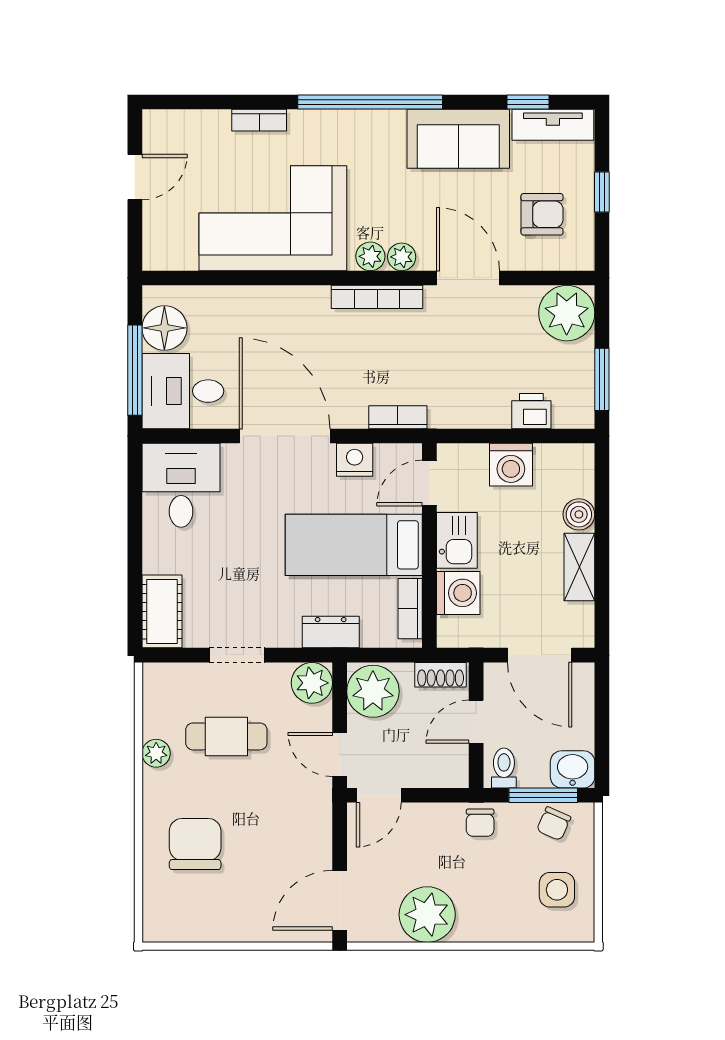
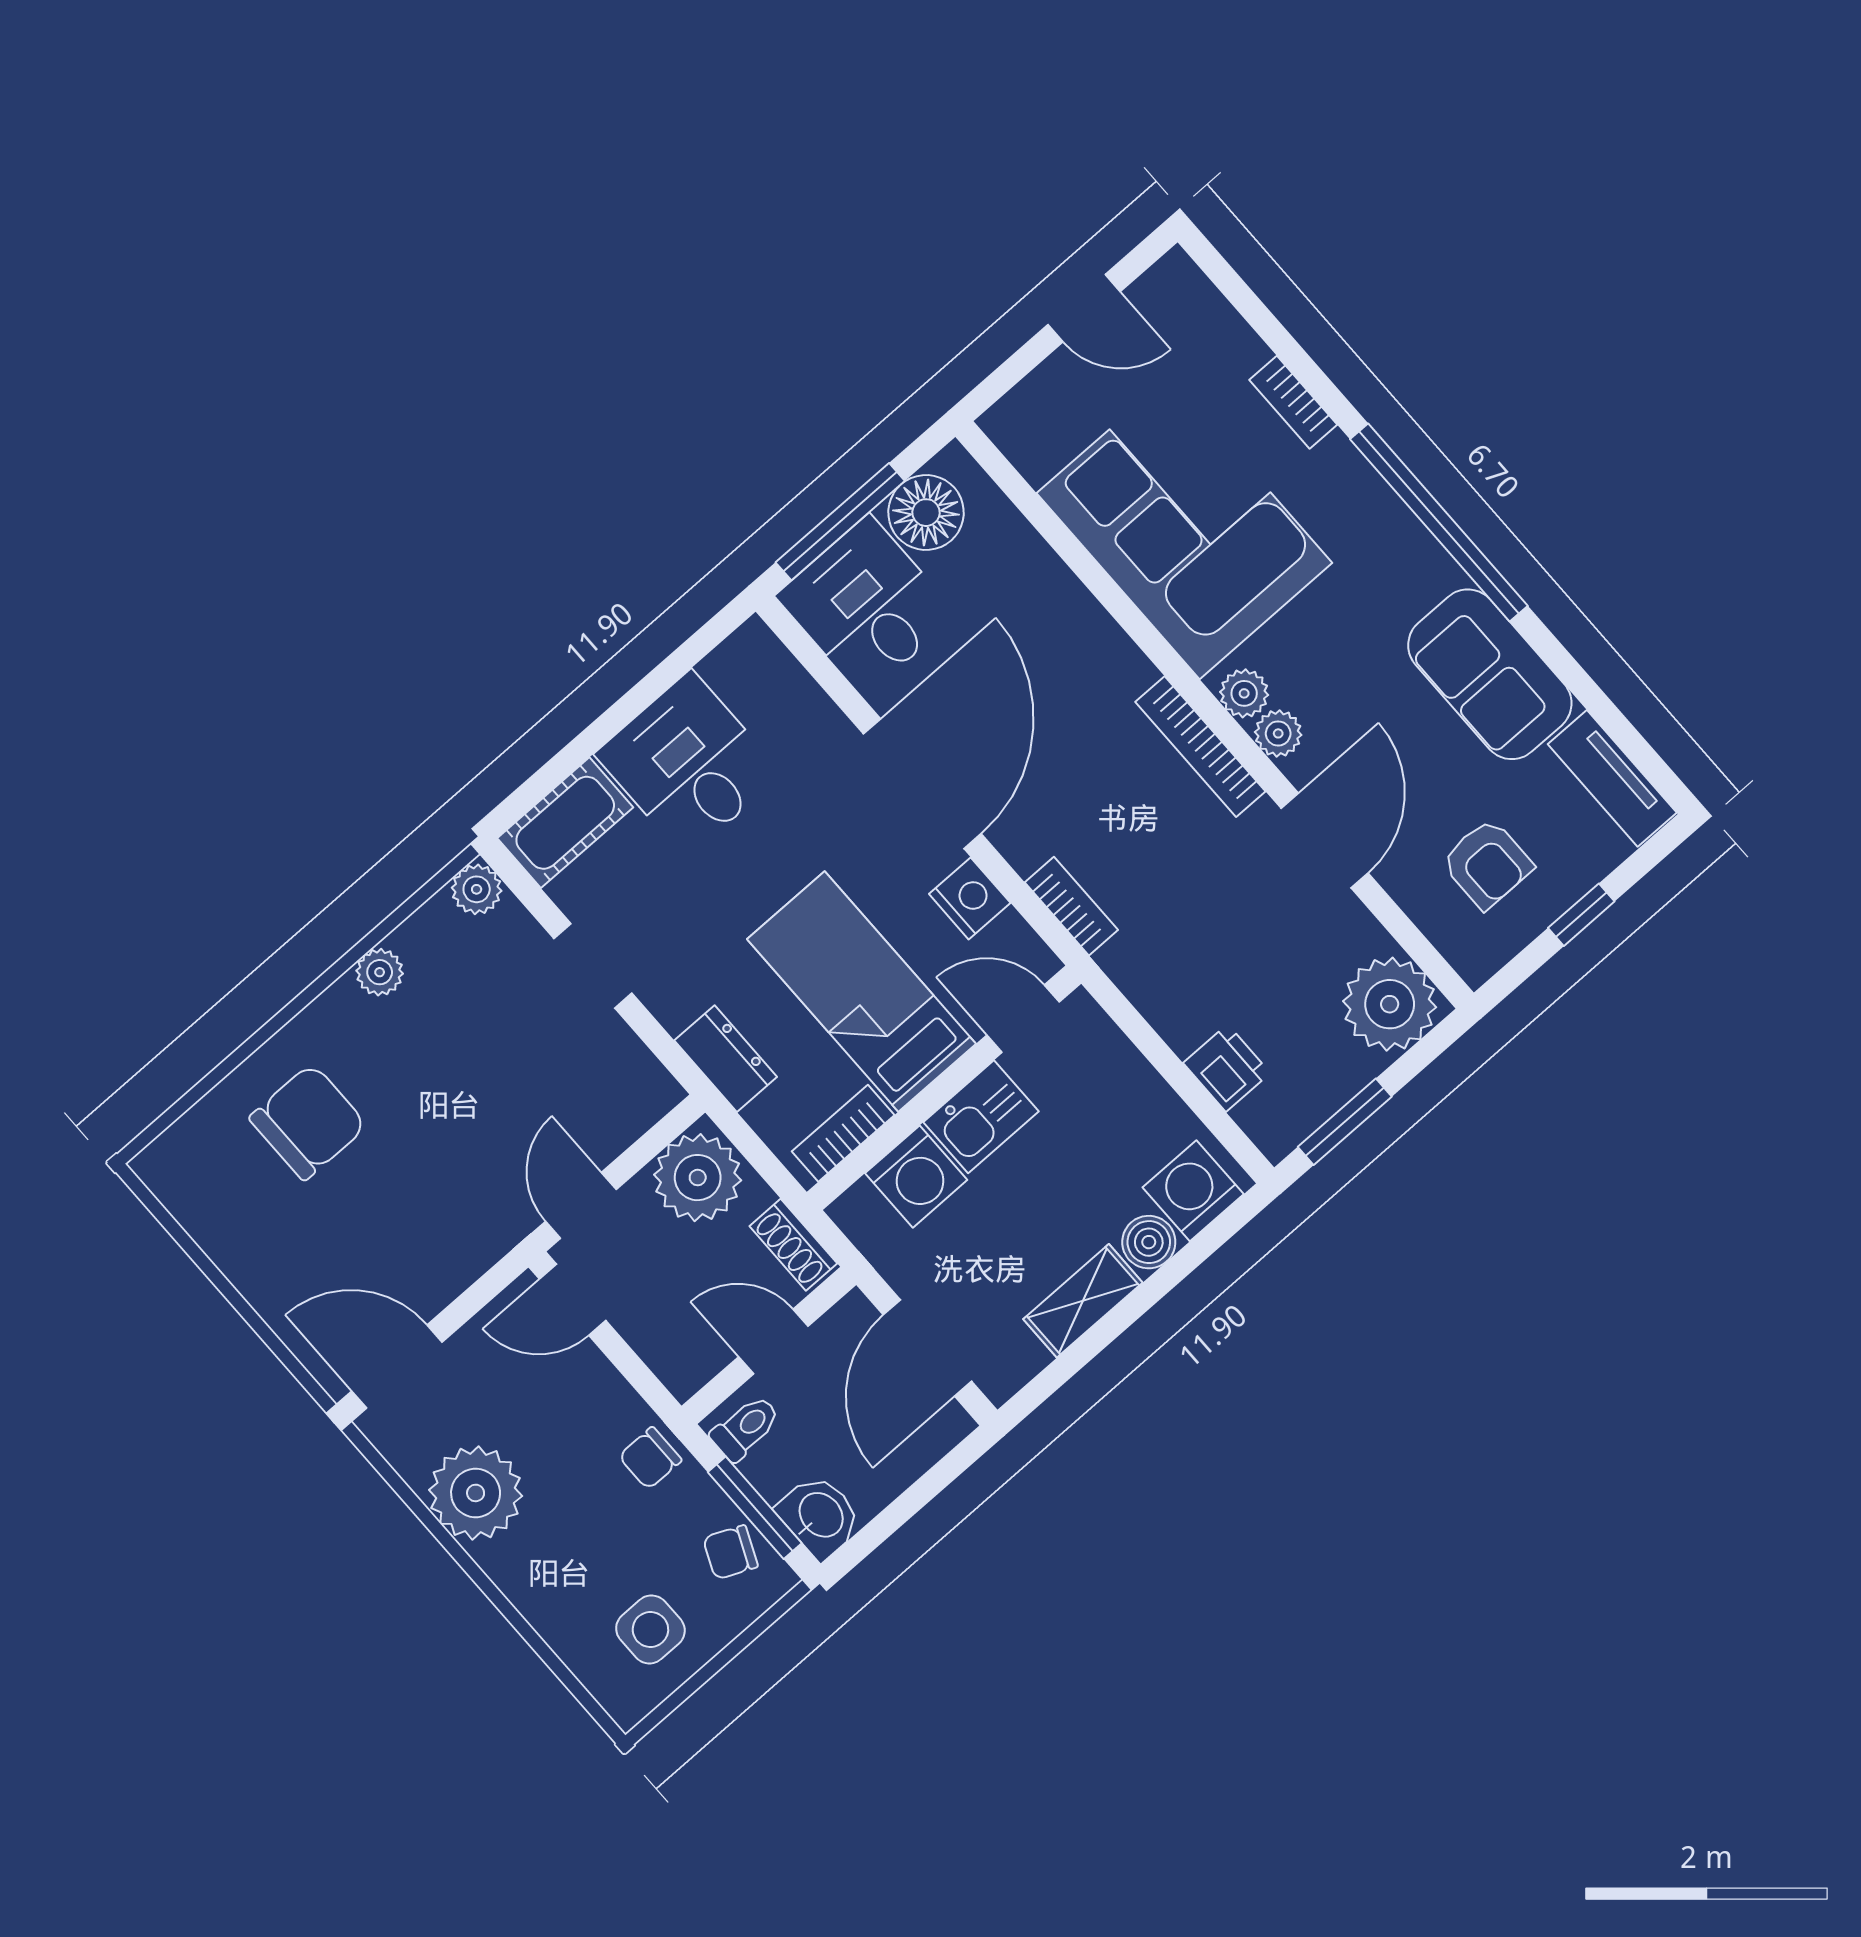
window: (528, 102) -> (1613, 722), removed
washing machine: (511, 465) -> (1193, 1191), moved, turned 90
desk: (181, 485) -> (689, 764), moved, turned -90
plant: (312, 683) -> (477, 889), moved, width x0.73, depth x0.73
cafe table: (226, 736) -> (479, 1042), removed

